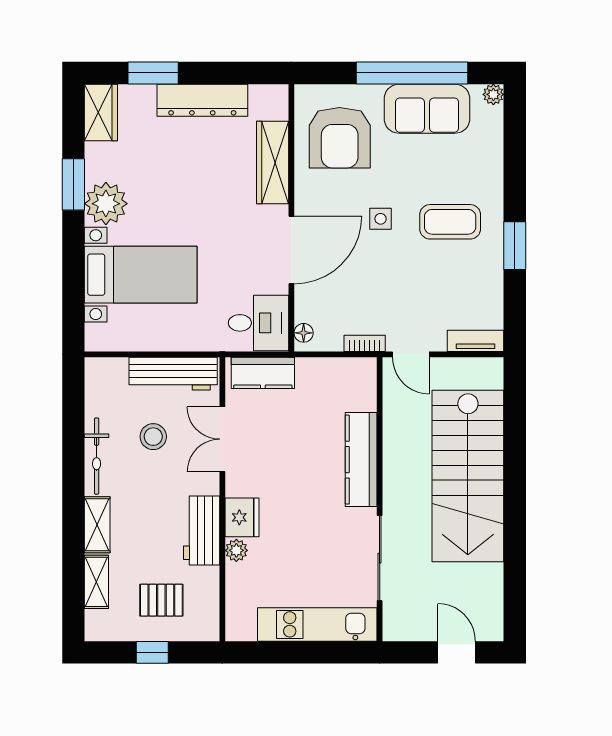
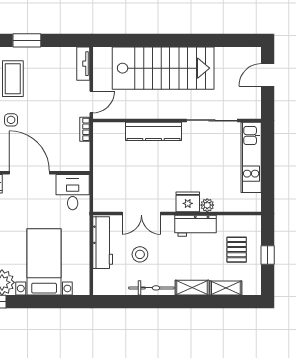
floor lamp: (304, 333) -> (79, 165), removed
kitchen counter: (263, 373) -> (102, 189), removed

